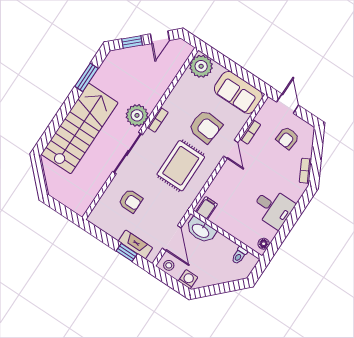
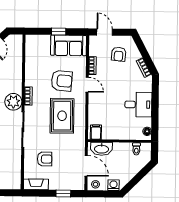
plant: (201, 66) -> (34, 44), removed
window: (237, 70) -> (59, 32), added
fireplace: (135, 244) -> (36, 184), moved

